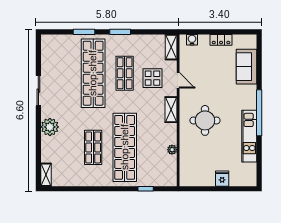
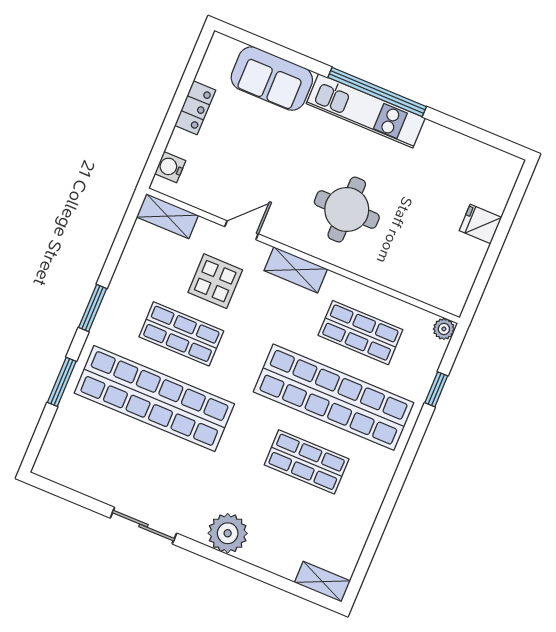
kitchen unit: (249, 136) -> (366, 111), moved
shop shelf: (156, 147) -> (360, 333), added
plant: (172, 150) -> (444, 329), moved

